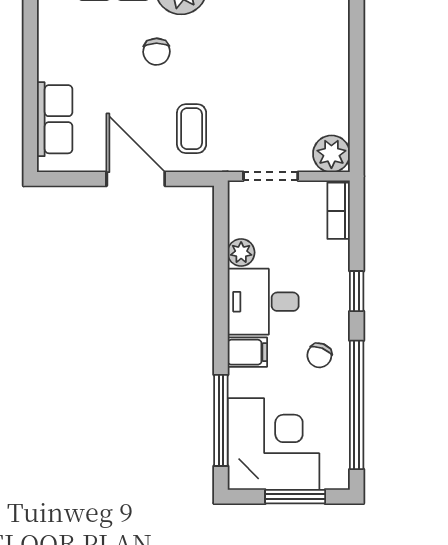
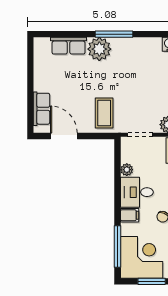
chair: (156, 52) -> (88, 78), removed
coffee table: (192, 129) -> (104, 113), width x1.36, depth x1.30
door: (136, 179) -> (64, 136), moved

